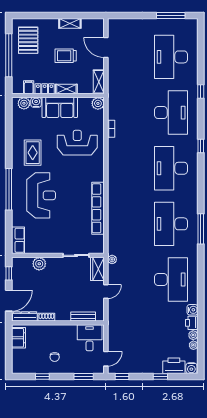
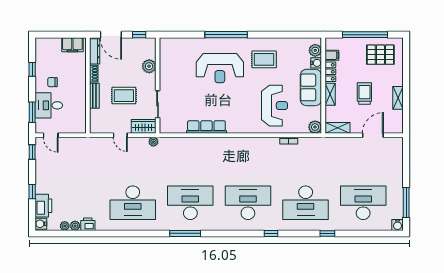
row of seats: (98, 208) -> (206, 127), width x0.73
row of seats: (18, 240) -> (173, 44), removed
rug: (68, 288) -> (124, 96), added
water cooler: (192, 310) -> (398, 225), moved
bench: (83, 317) -> (94, 96), moved
desk: (90, 338) -> (49, 105), moved, turned 180

